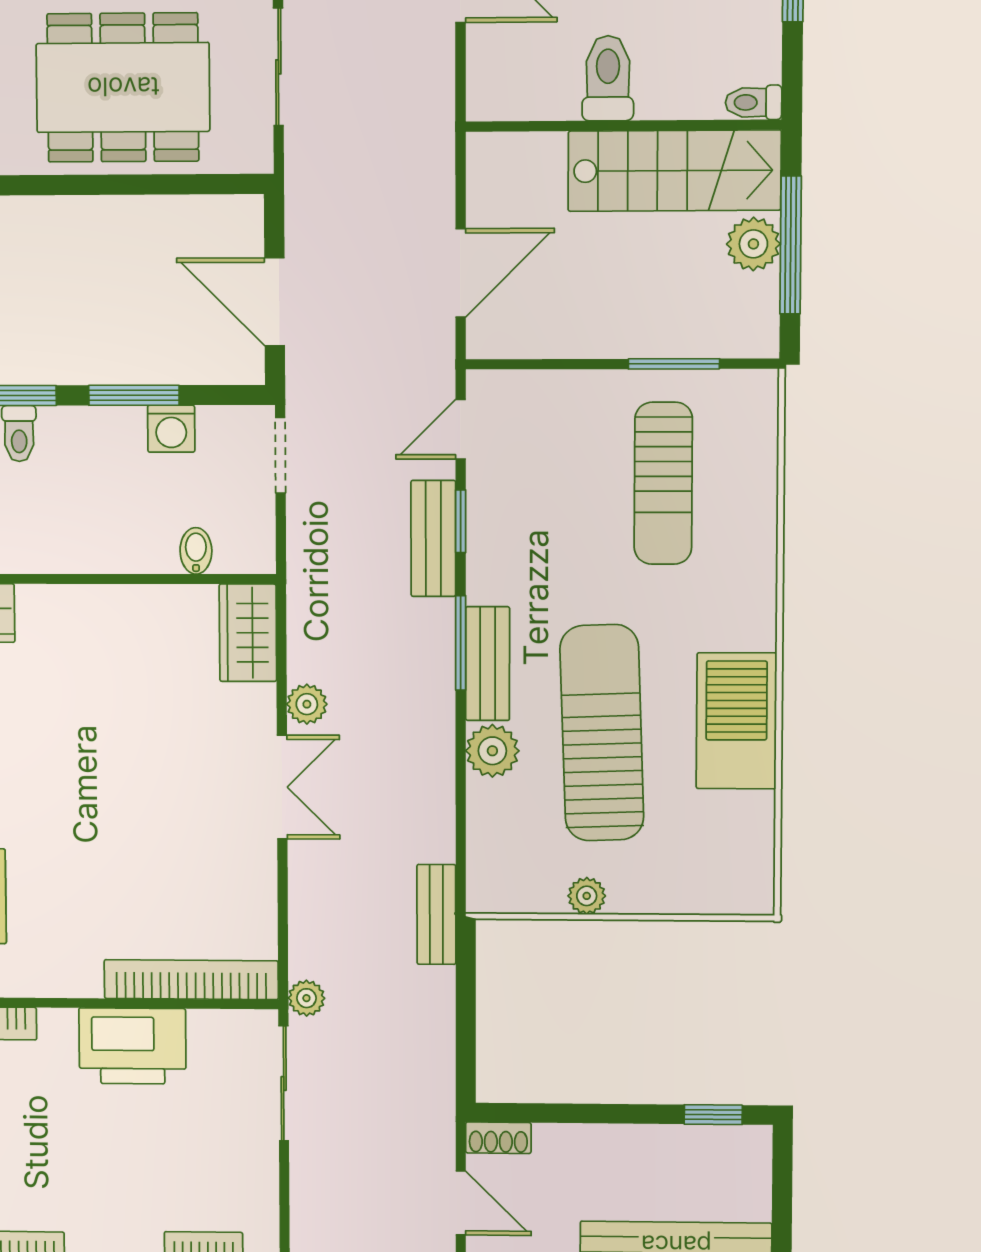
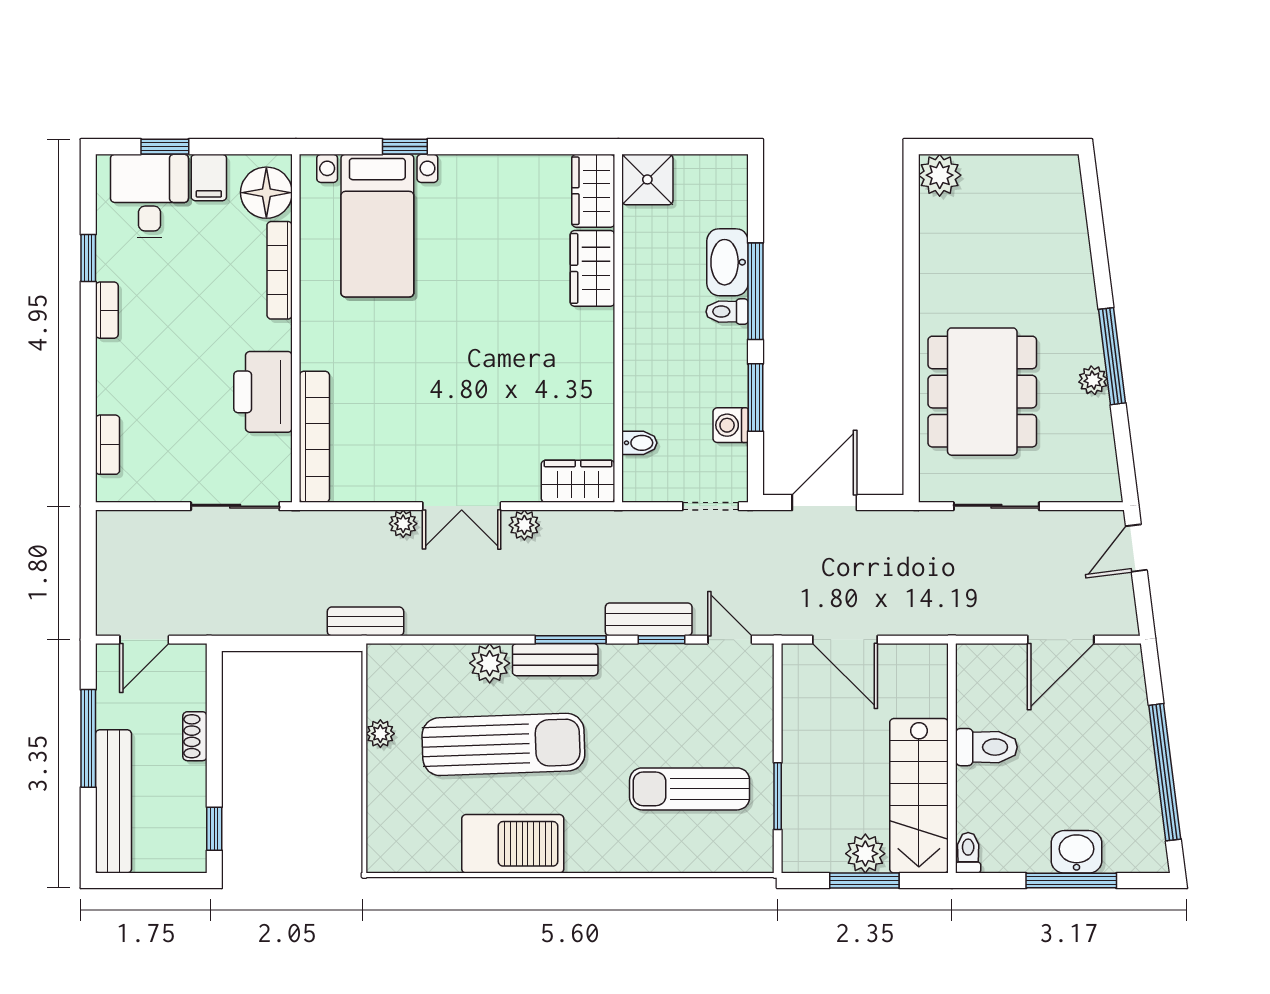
window: (791, 245) -> (864, 881), width x0.69
plant: (306, 998) -> (403, 524), moved
shoe rack: (498, 1138) -> (195, 736), moved

